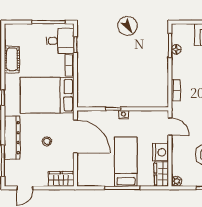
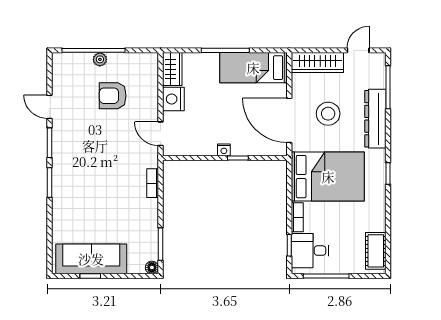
floor lamp: (176, 49) -> (152, 268), moved
cot: (12, 59) -> (376, 251), moved
stool: (47, 141) -> (328, 114), width x1.89, depth x1.89
bed: (126, 162) -> (253, 68), moved, turned 90
wardrobe: (61, 179) -> (317, 63), width x1.50
plant: (177, 181) -> (152, 59), removed

